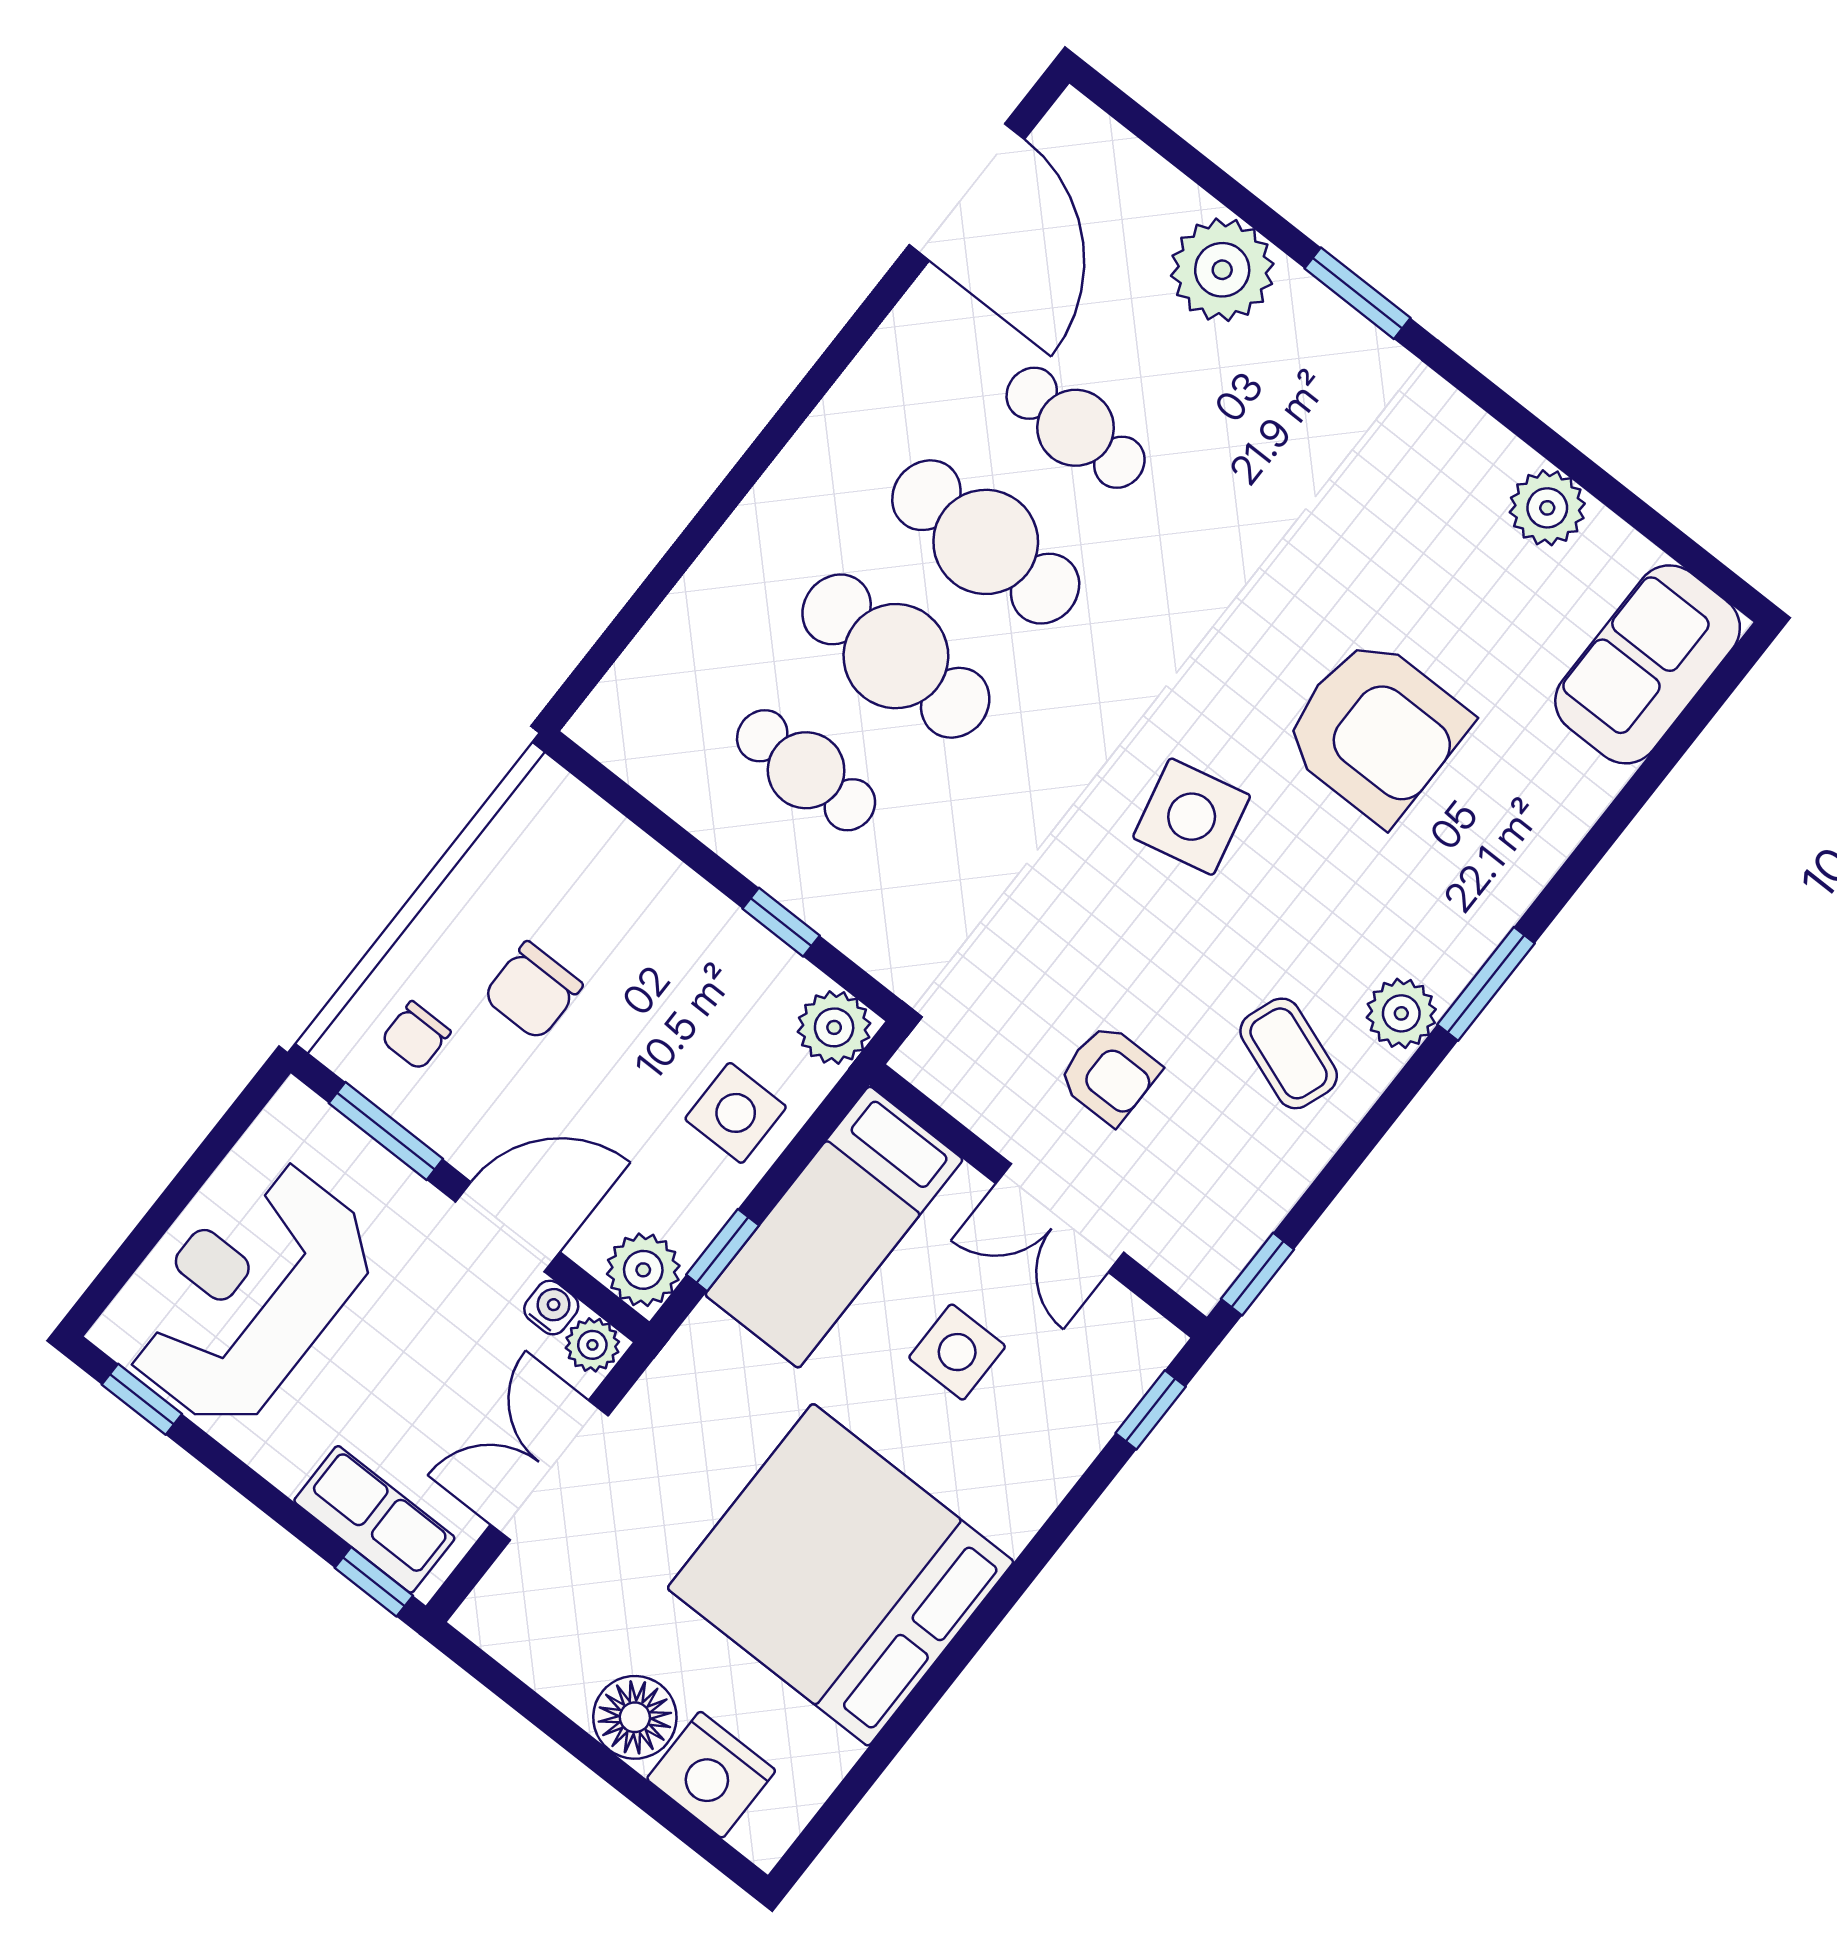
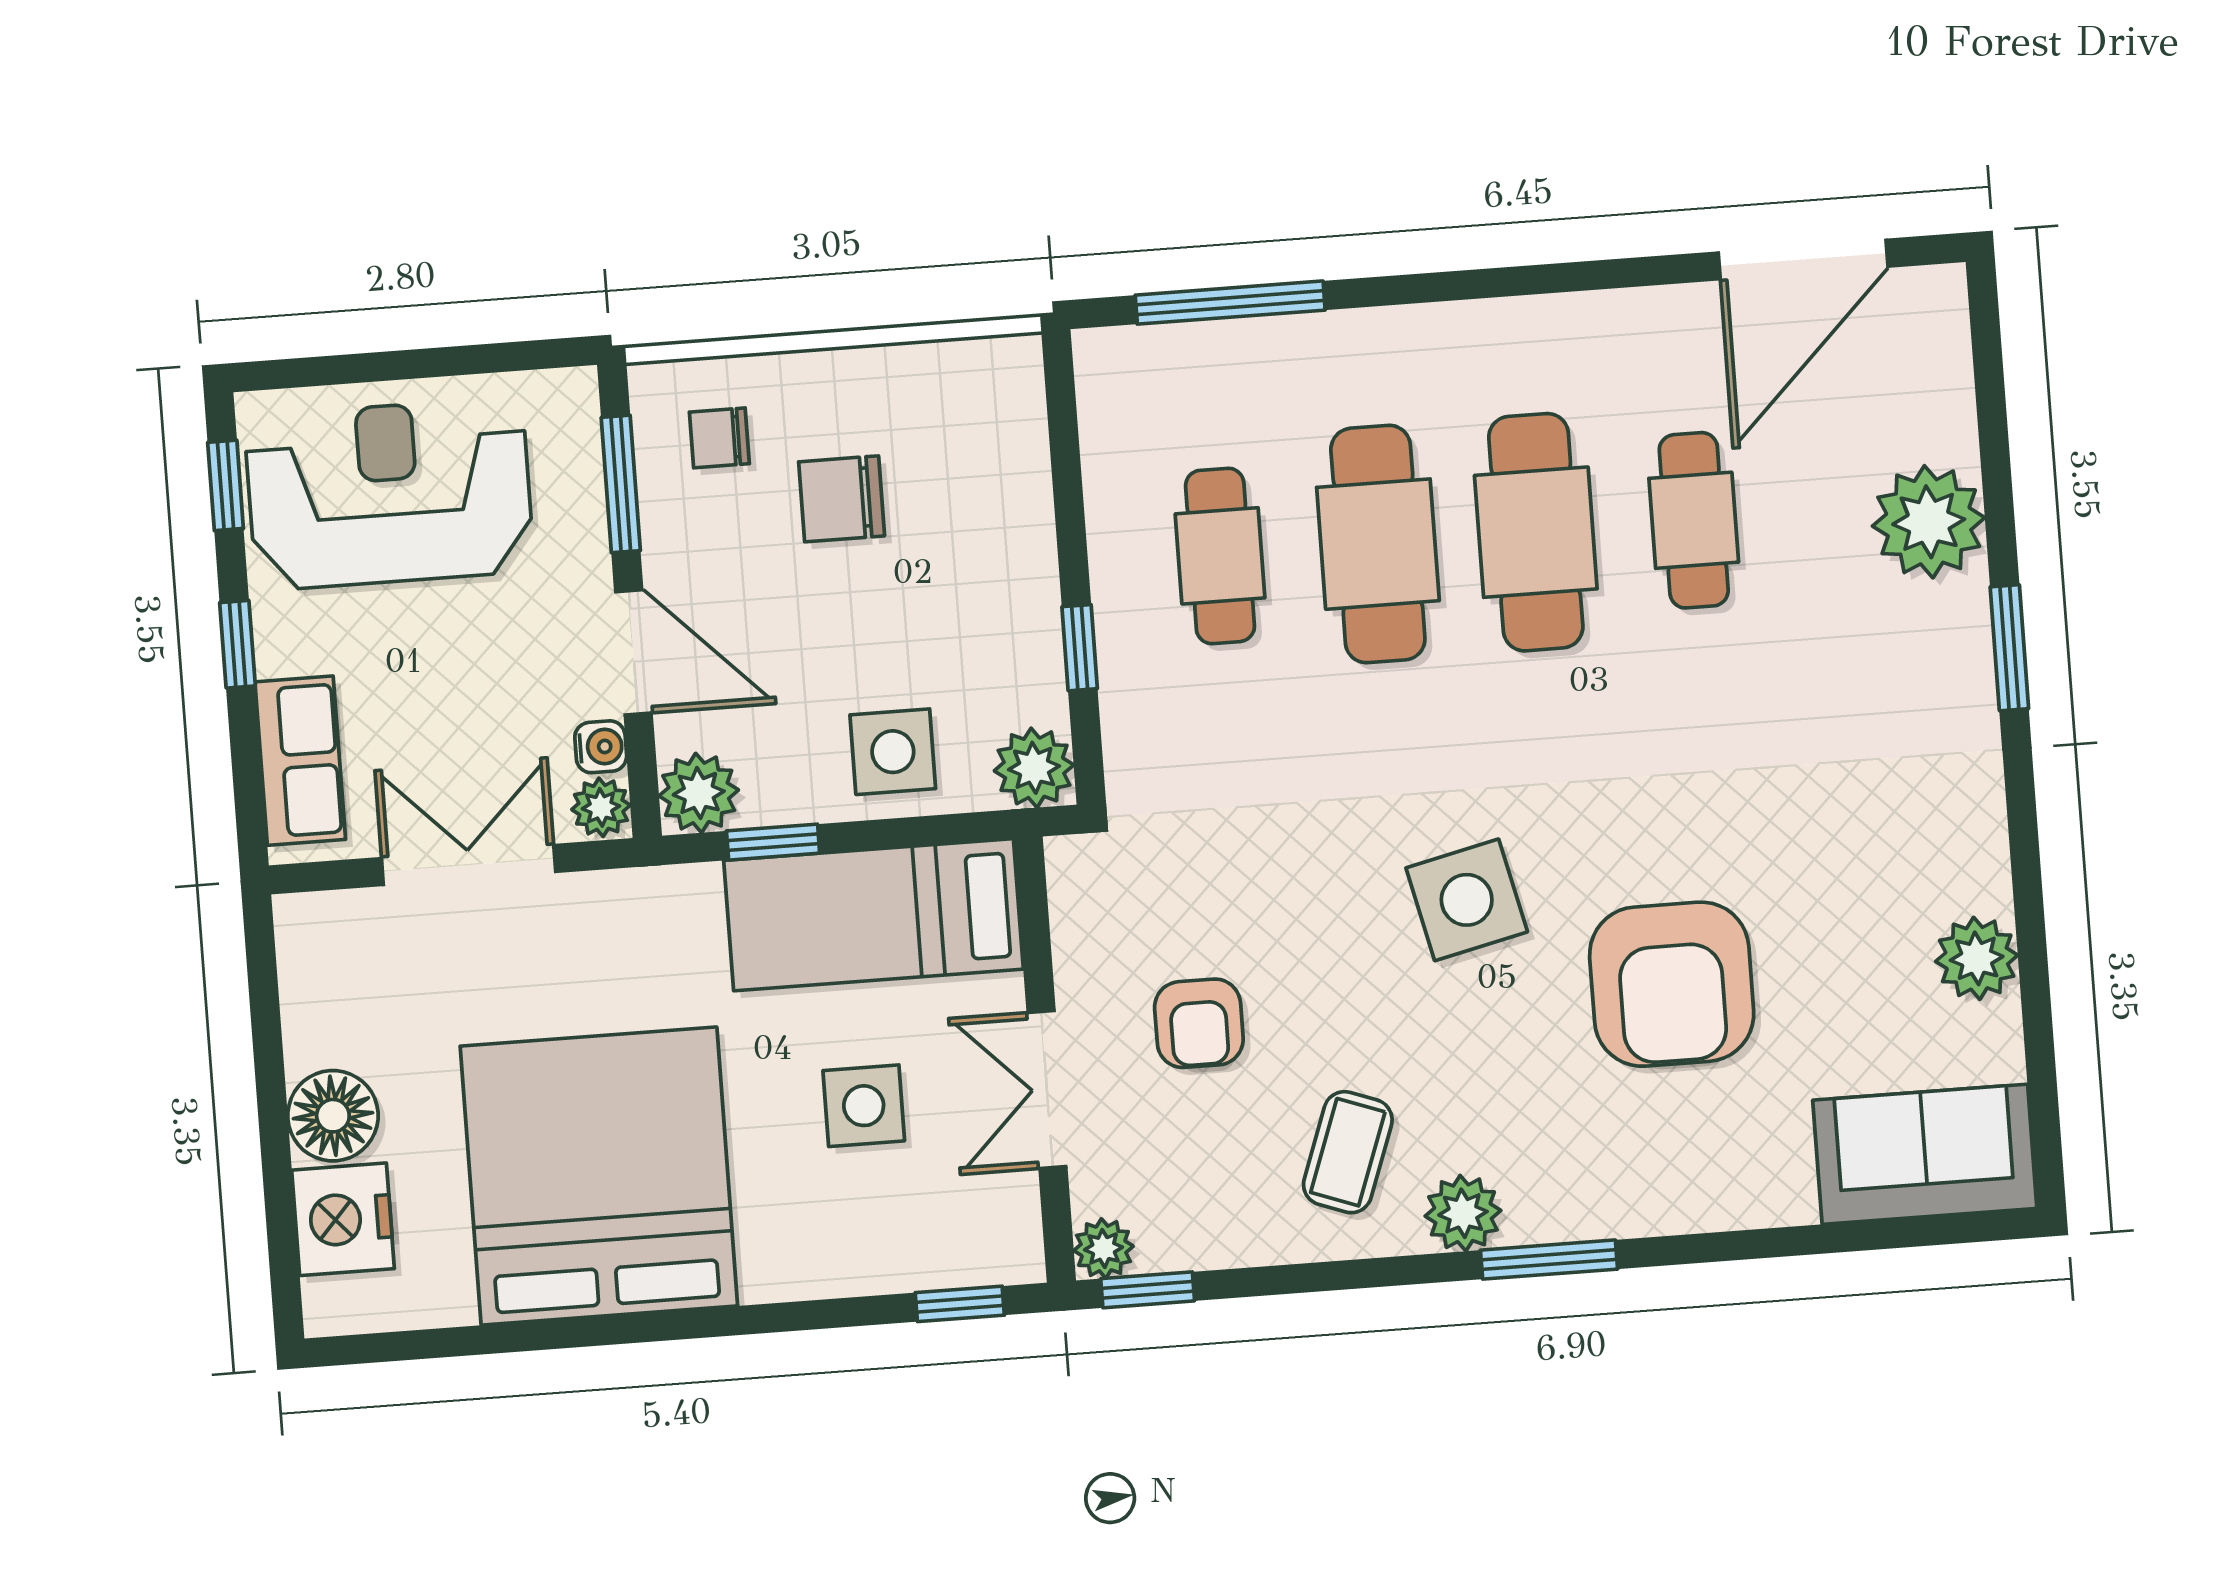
window: (641, 606) -> (1230, 303), added
plant: (1202, 1278) -> (1104, 1248), added
window: (374, 1582) -> (238, 644), moved

